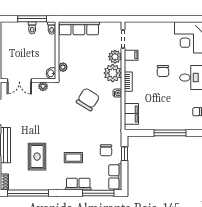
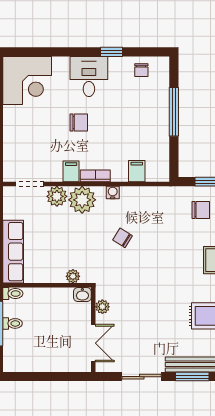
filing cabinet: (131, 55) -> (71, 171), moved
chair: (88, 99) -> (123, 238), width x0.54, depth x0.54
filing cabinet: (131, 114) -> (137, 171), width x0.50

